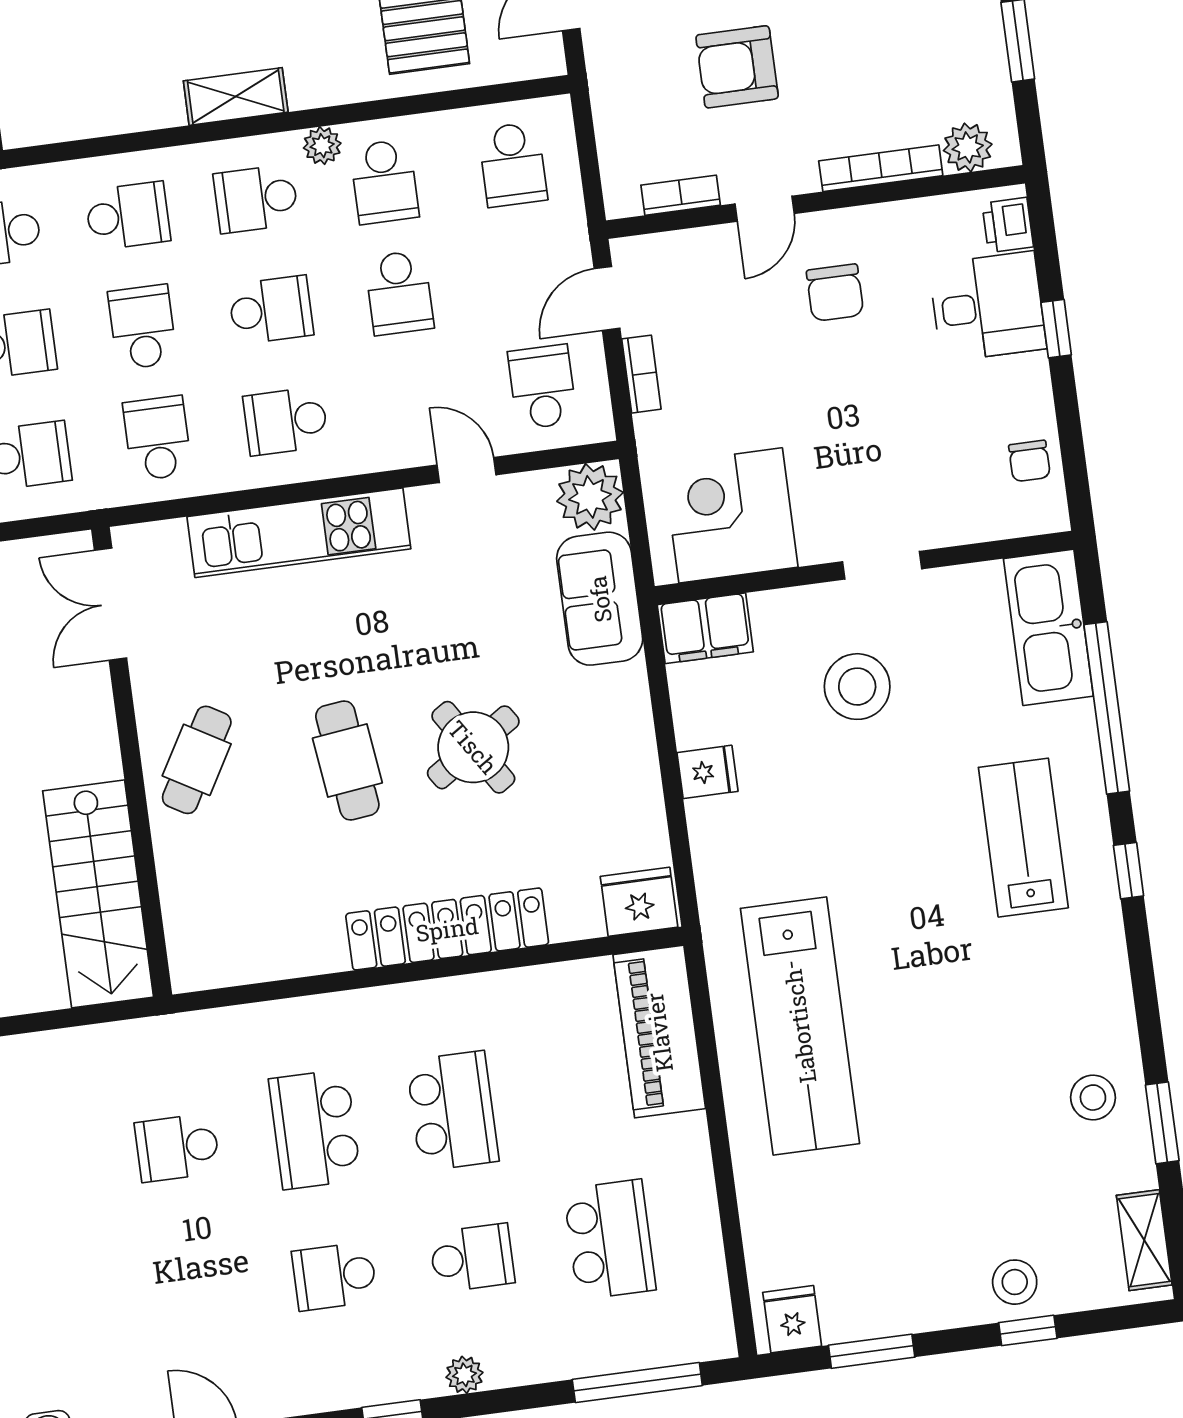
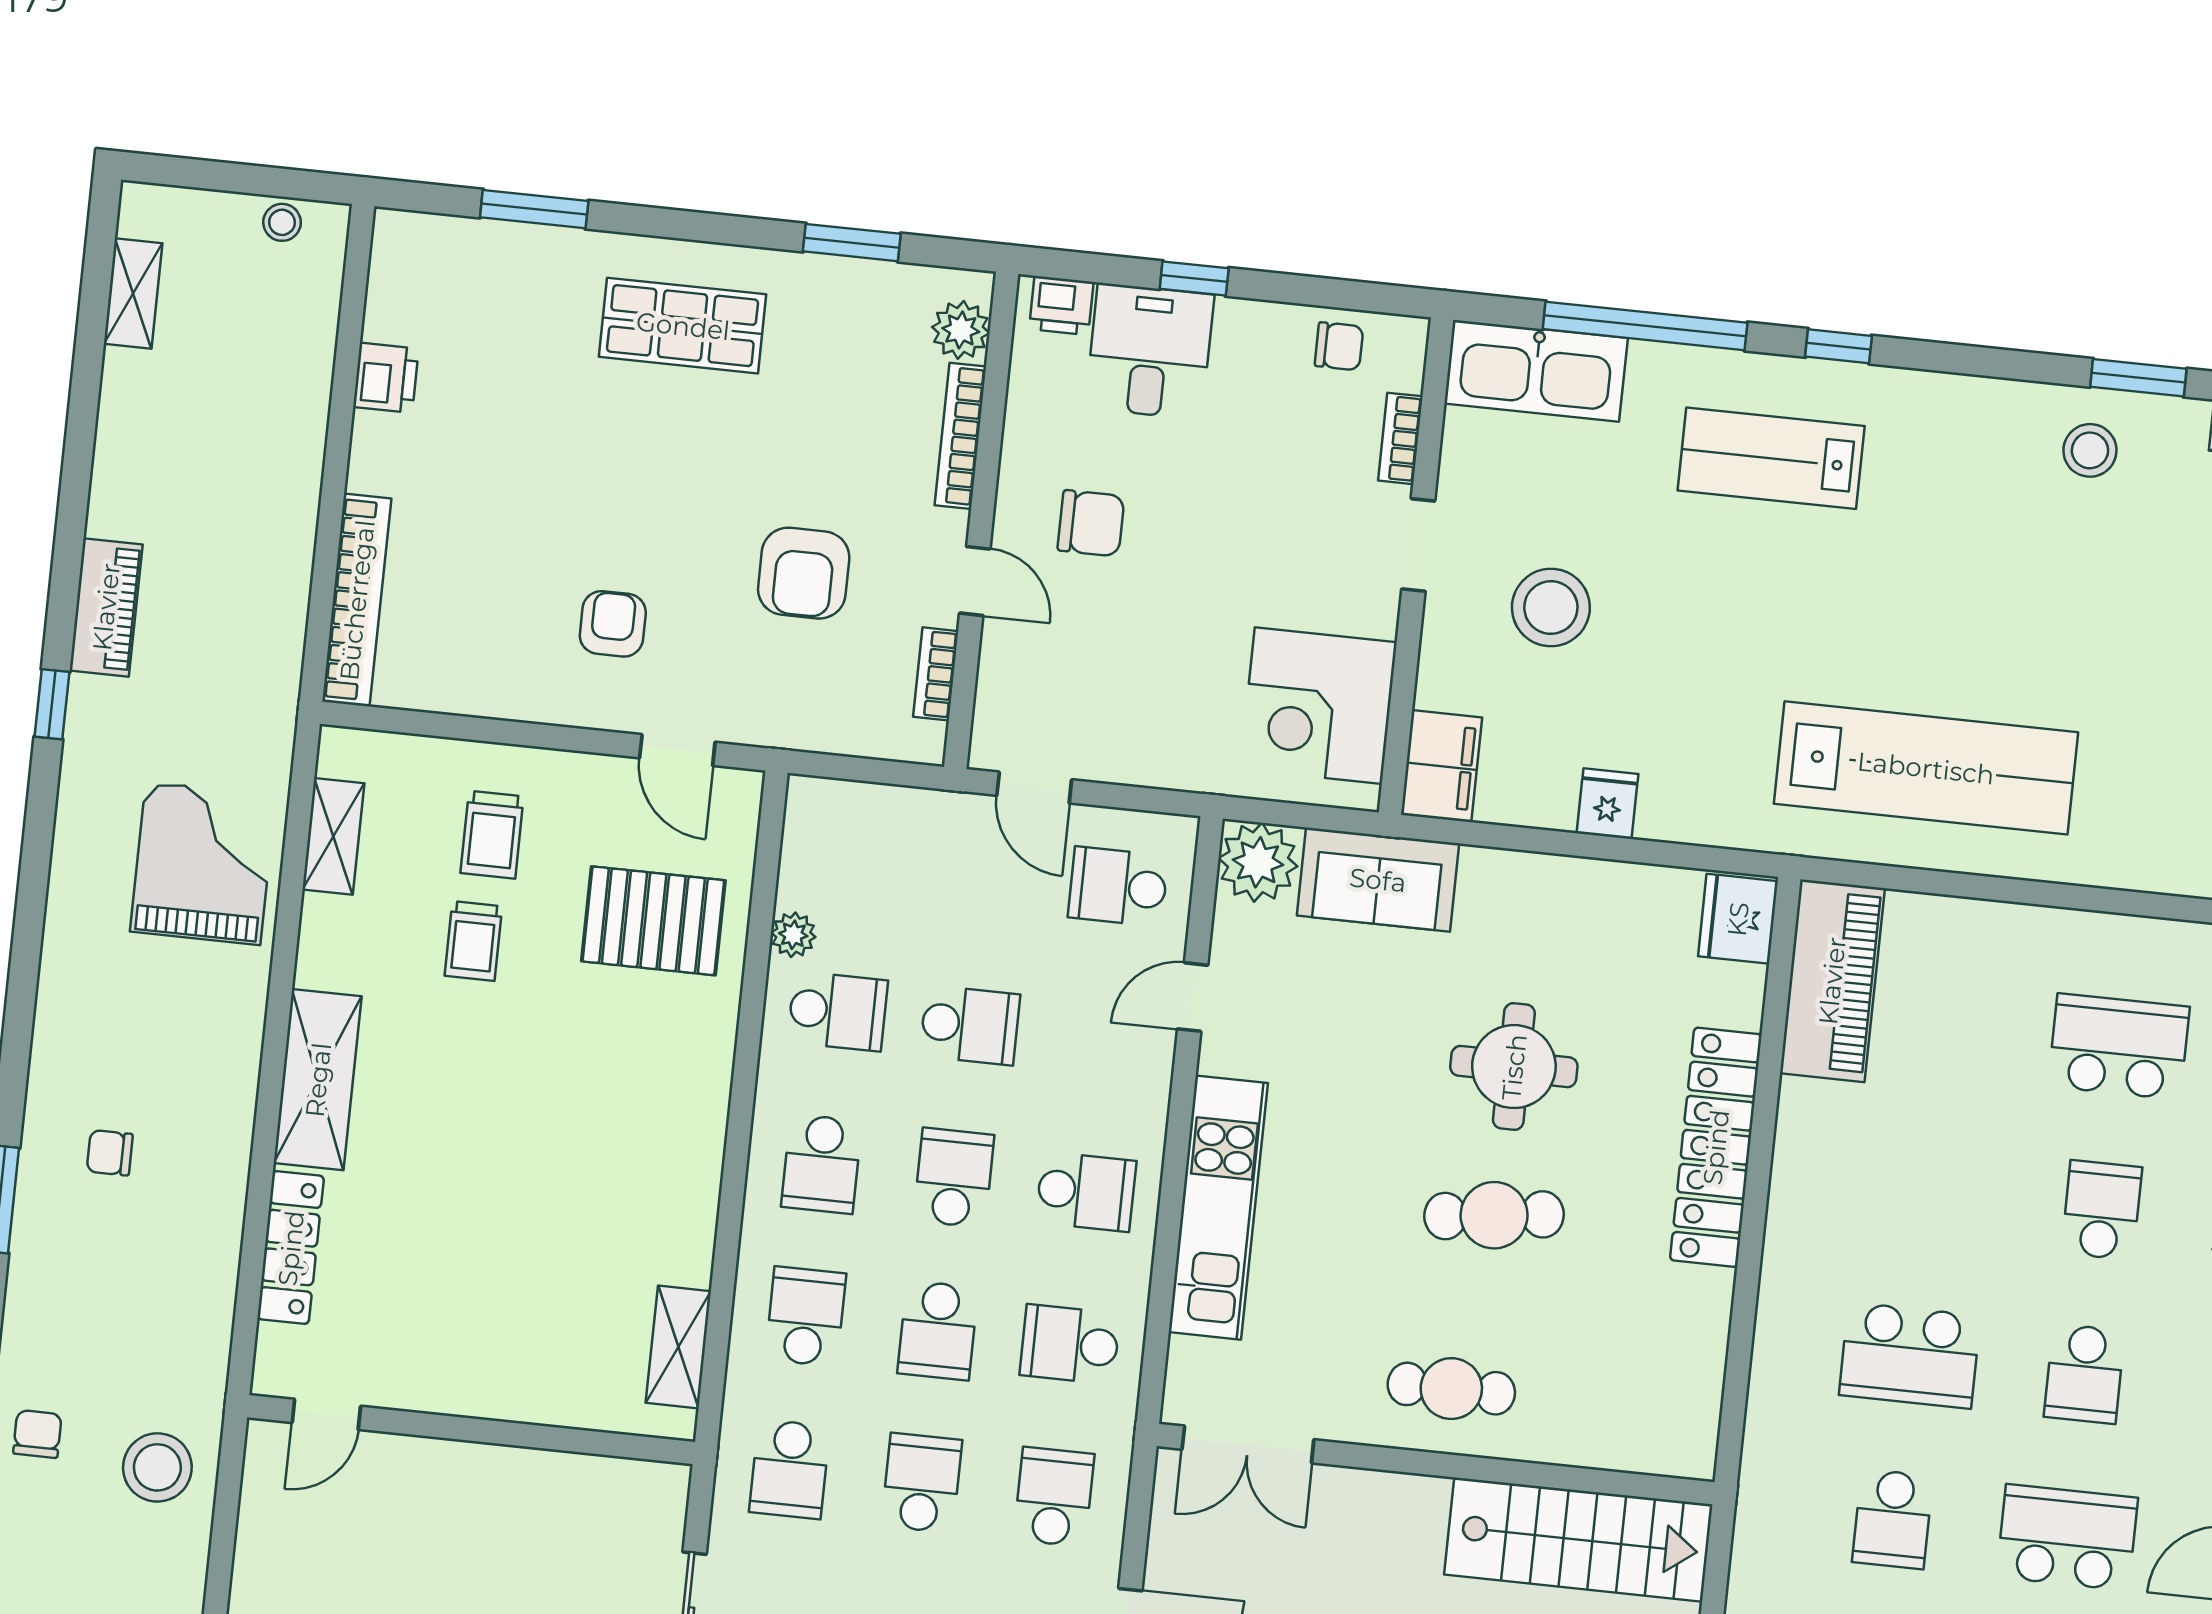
shelving: (236, 96) -> (678, 1347), moved
plant: (322, 146) -> (793, 935), moved
school desk: (513, 165) -> (854, 859), removed
school desk: (143, 327) -> (938, 1330), turned -90
bookcase: (641, 374) -> (1400, 438), moved, turned -90
school desk: (286, 421) -> (1086, 1192), turned -90
round table: (473, 747) -> (1514, 1067), turned 33
cafe table: (197, 760) -> (1451, 1389), turned -30
piano: (659, 1032) -> (1832, 981), moved, turned -90
school desk: (452, 1111) -> (2067, 1537), moved

